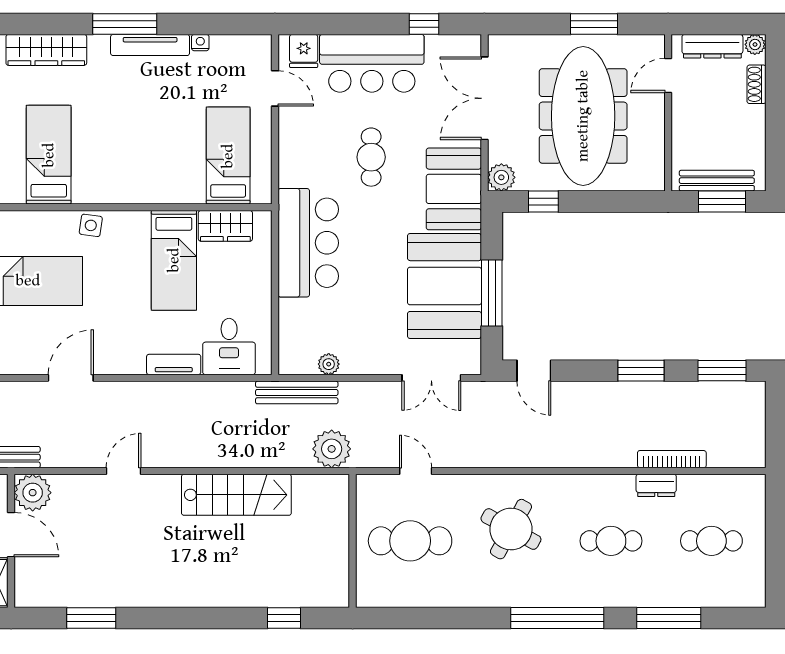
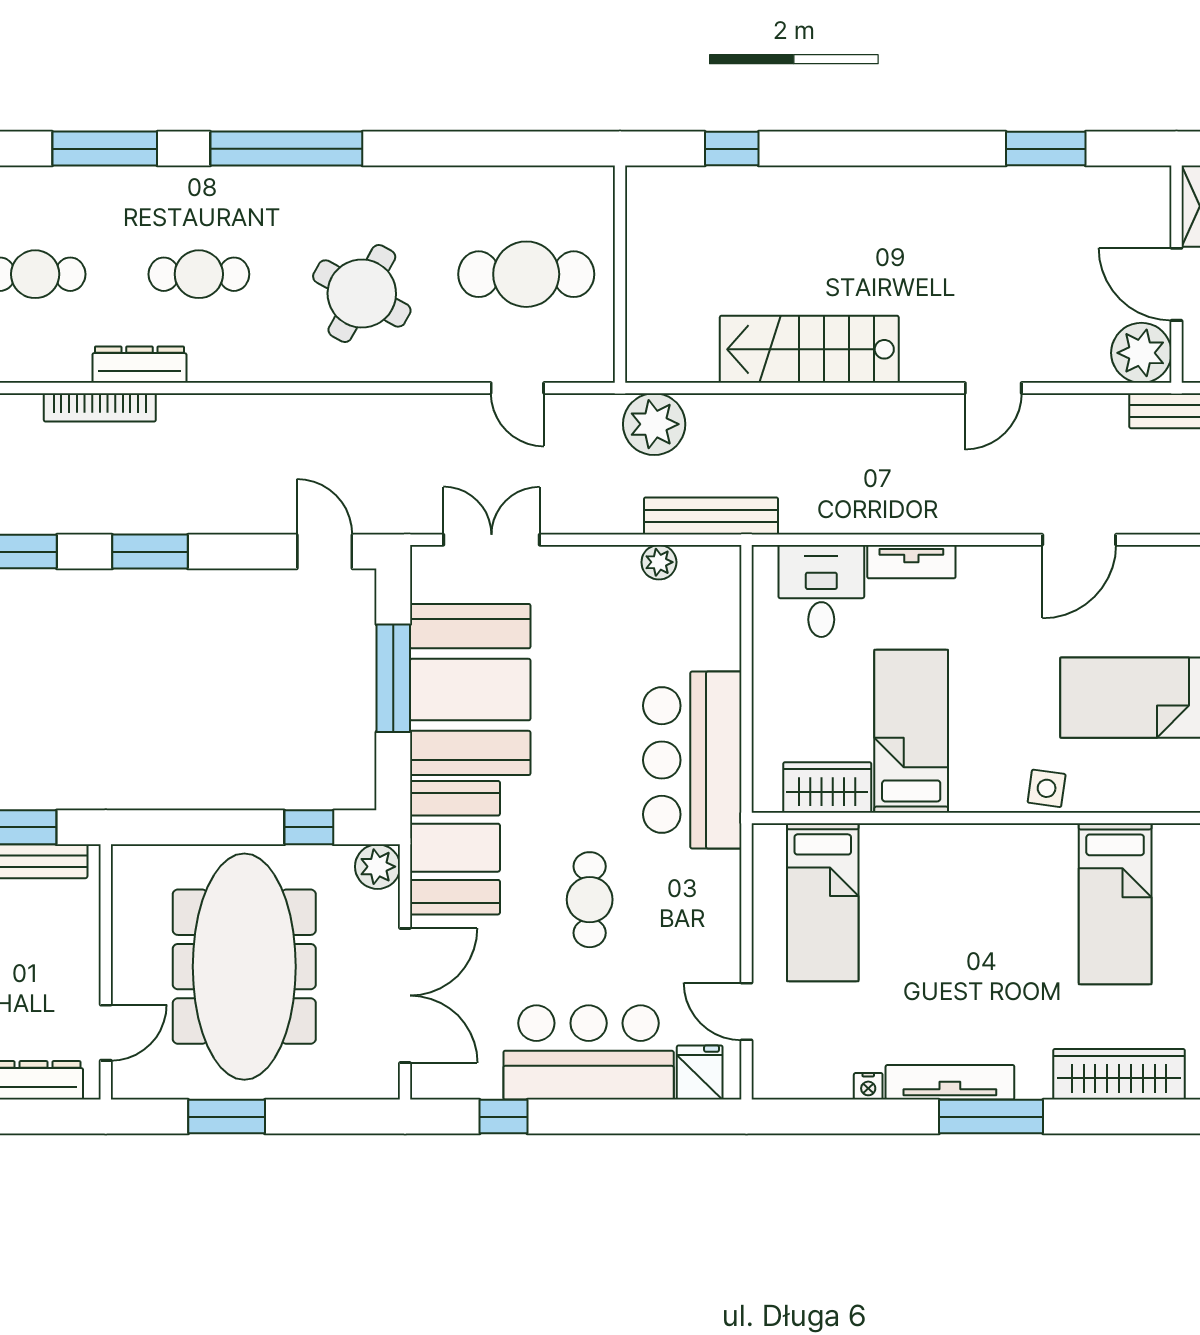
dresser: (656, 485) -> (139, 365), width x1.44

